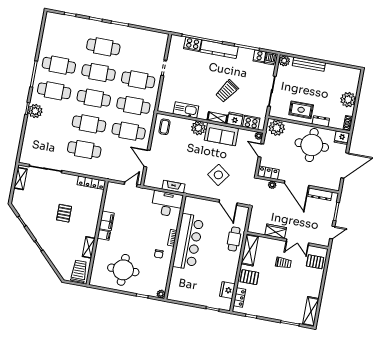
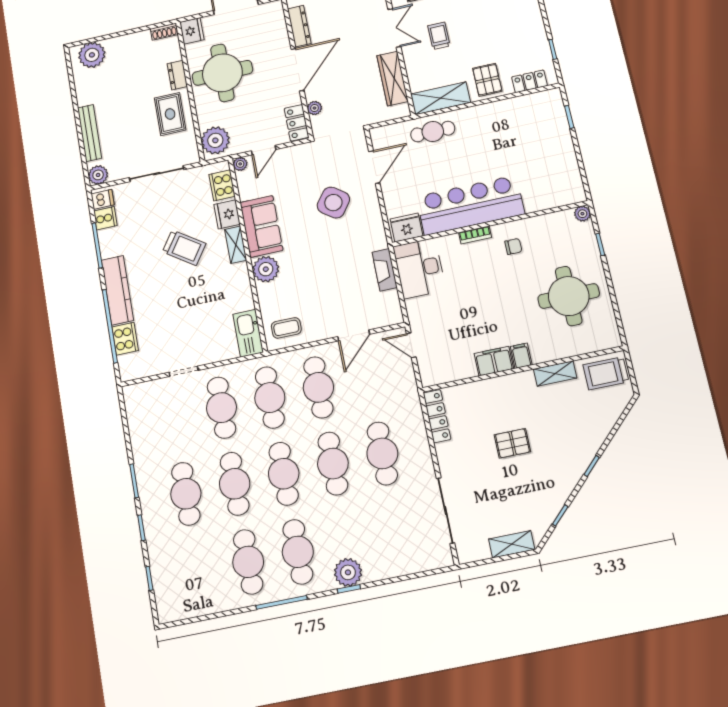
plant: (348, 100) -> (92, 55), moved
kitchen sink: (186, 110) -> (248, 333), moved
shelving: (20, 179) -> (512, 544), moved
wardrobe: (276, 231) -> (393, 78), width x1.50
fridge: (227, 290) -> (407, 227), moved, turned 180

